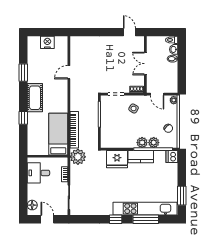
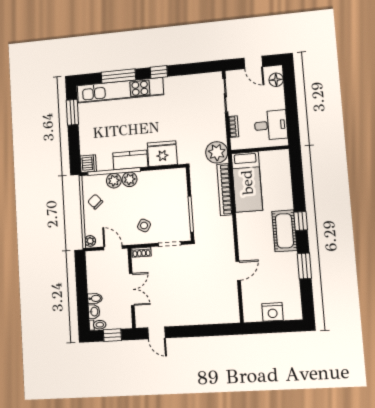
window: (161, 32) -> (112, 335), added
window: (23, 118) -> (301, 221), moved

